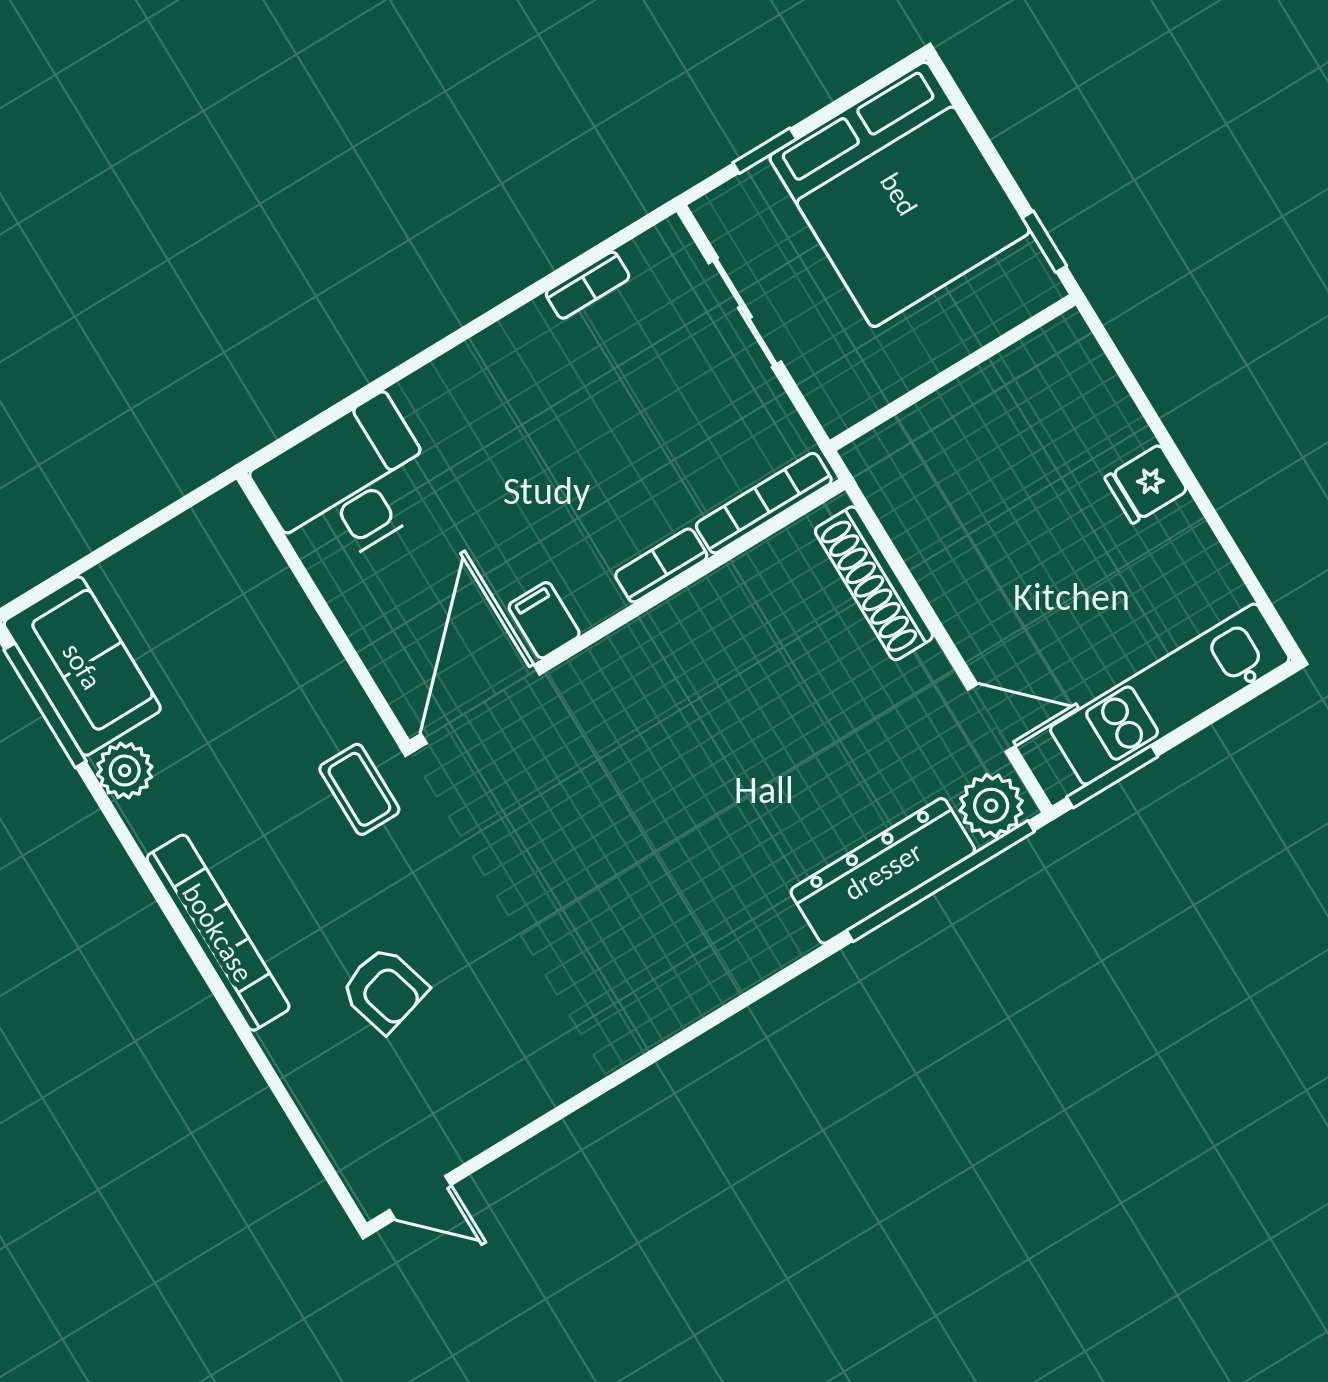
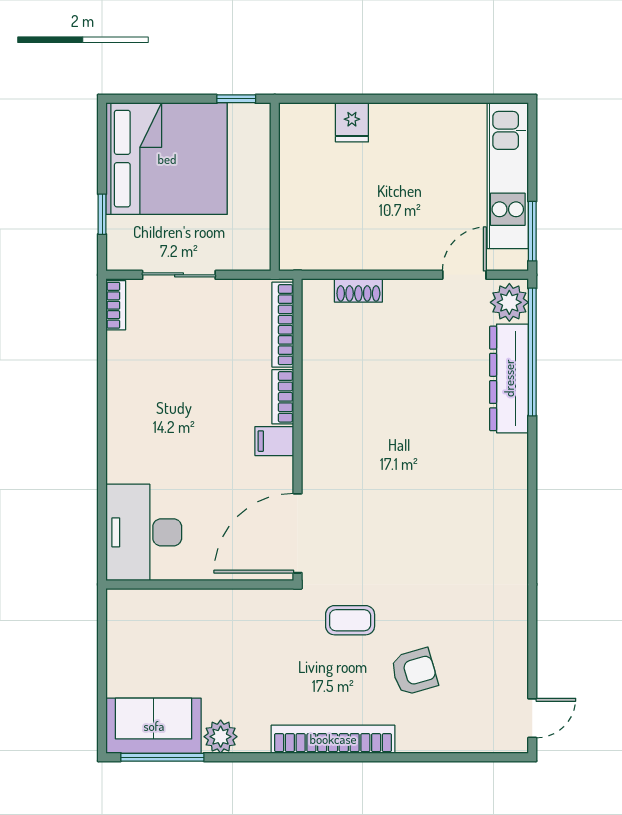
bookcase: (588, 285) -> (116, 305), moved
fridge: (1146, 484) -> (352, 122), moved
shoe rack: (874, 583) -> (358, 290), width x0.51, depth x0.81
filing cabinet: (544, 620) -> (274, 441), moved
door: (480, 704) -> (298, 533), hinge flipped
coffee table: (359, 789) -> (350, 620), moved

